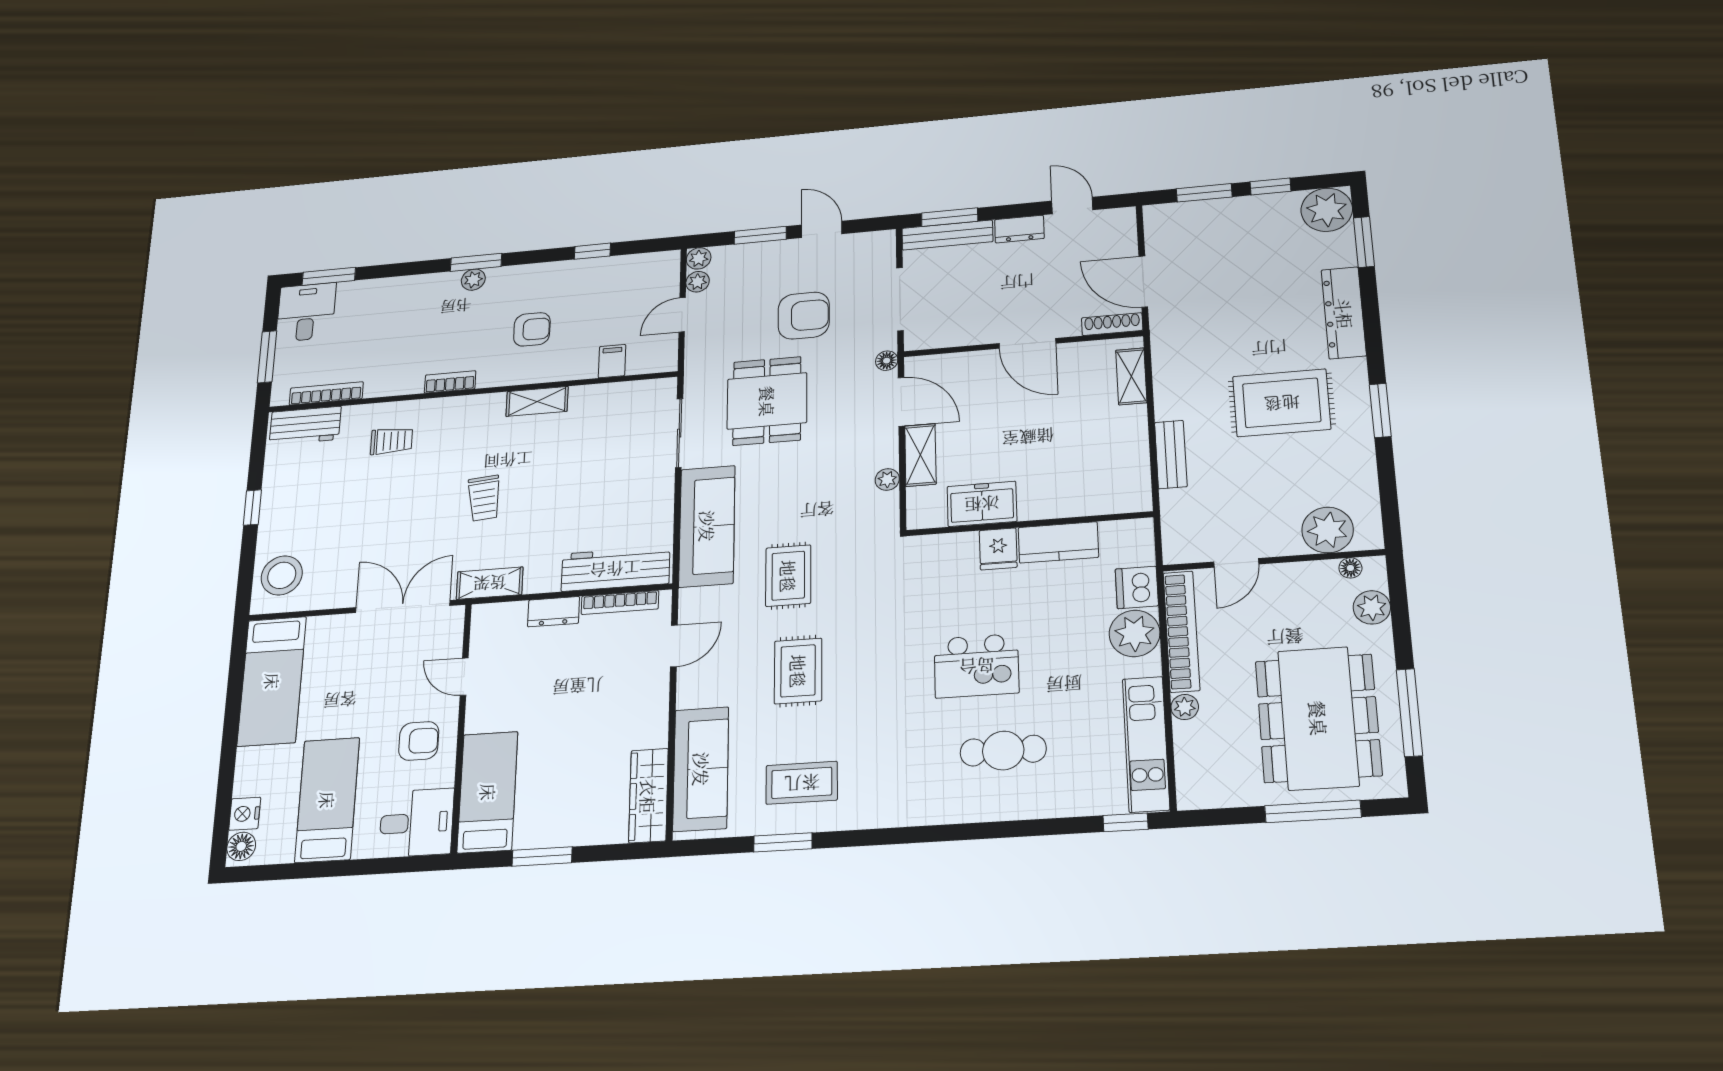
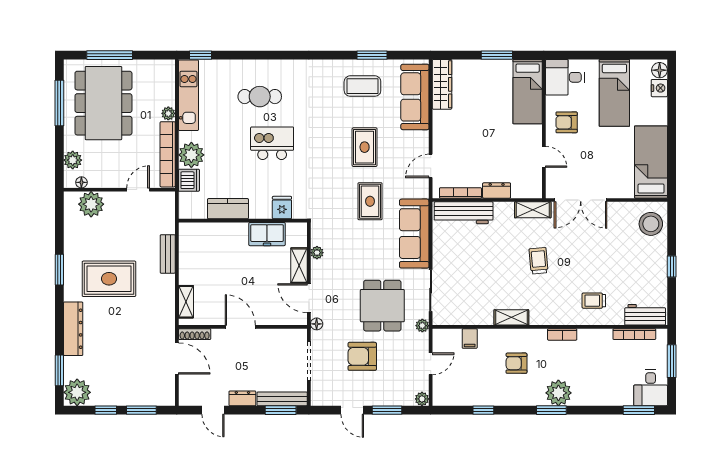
plant: (473, 280) -> (558, 393), width x1.88, depth x1.88
plant: (698, 282) -> (422, 326), moved
fridge: (998, 549) -> (282, 208), moved

